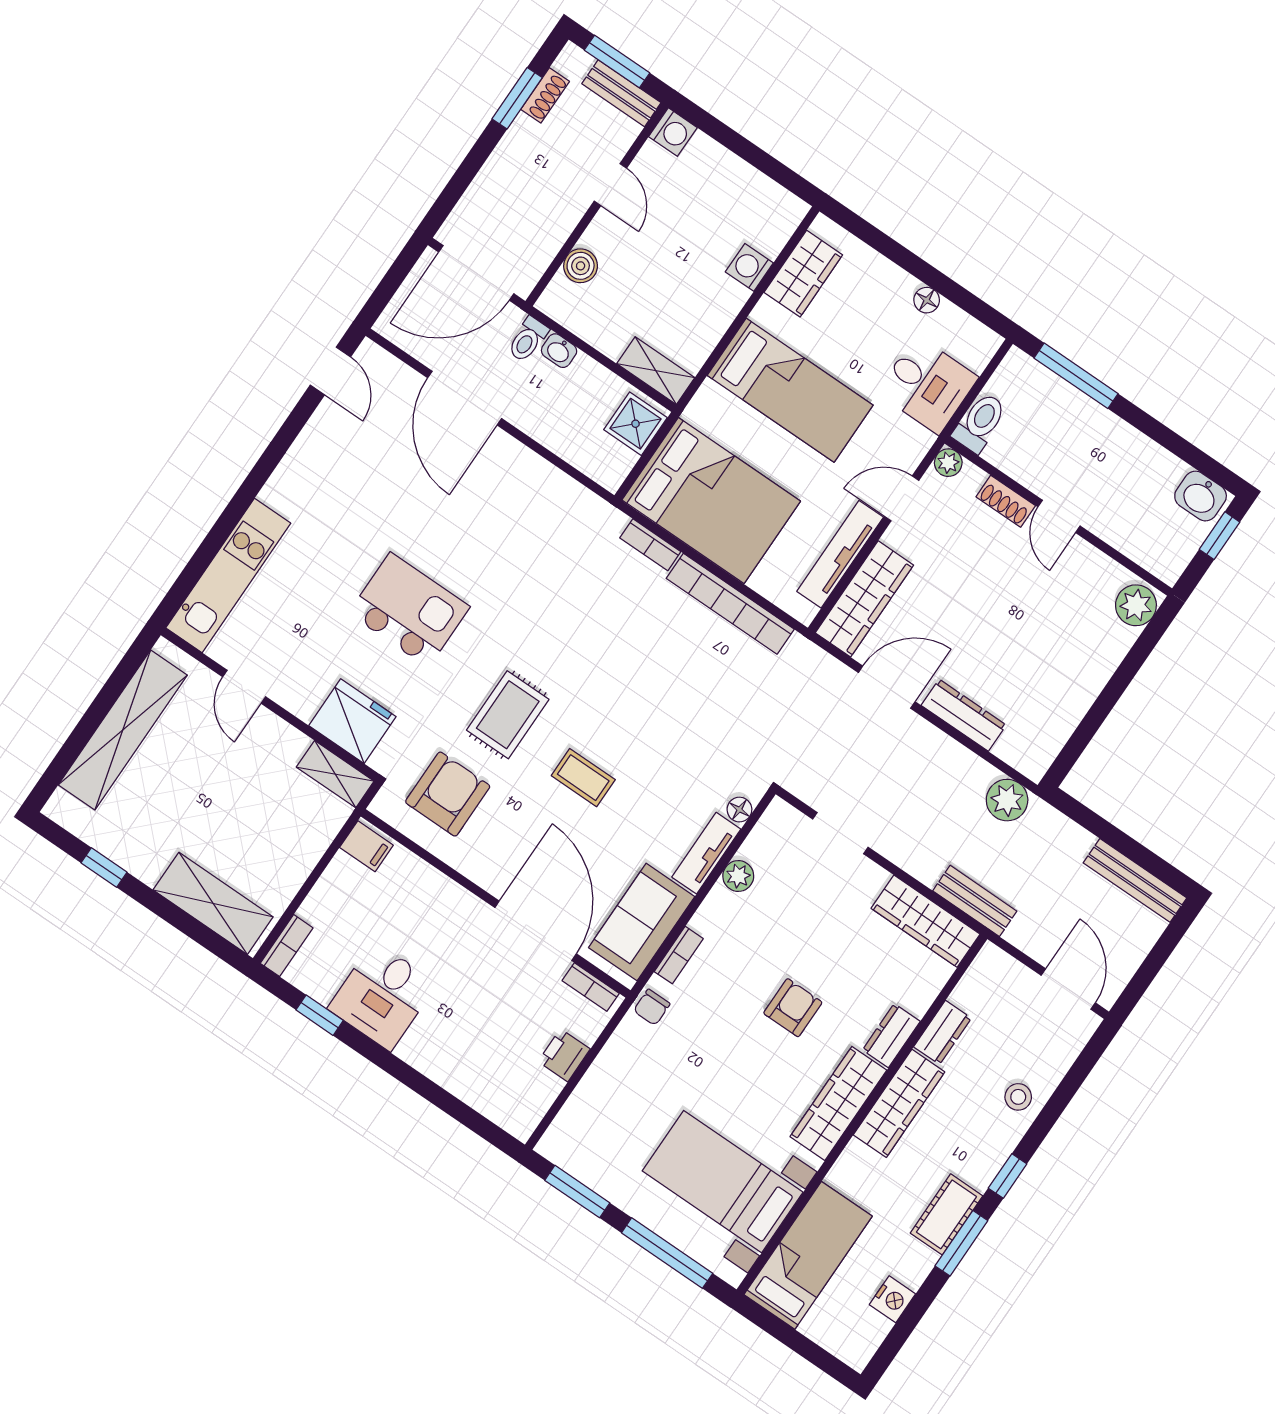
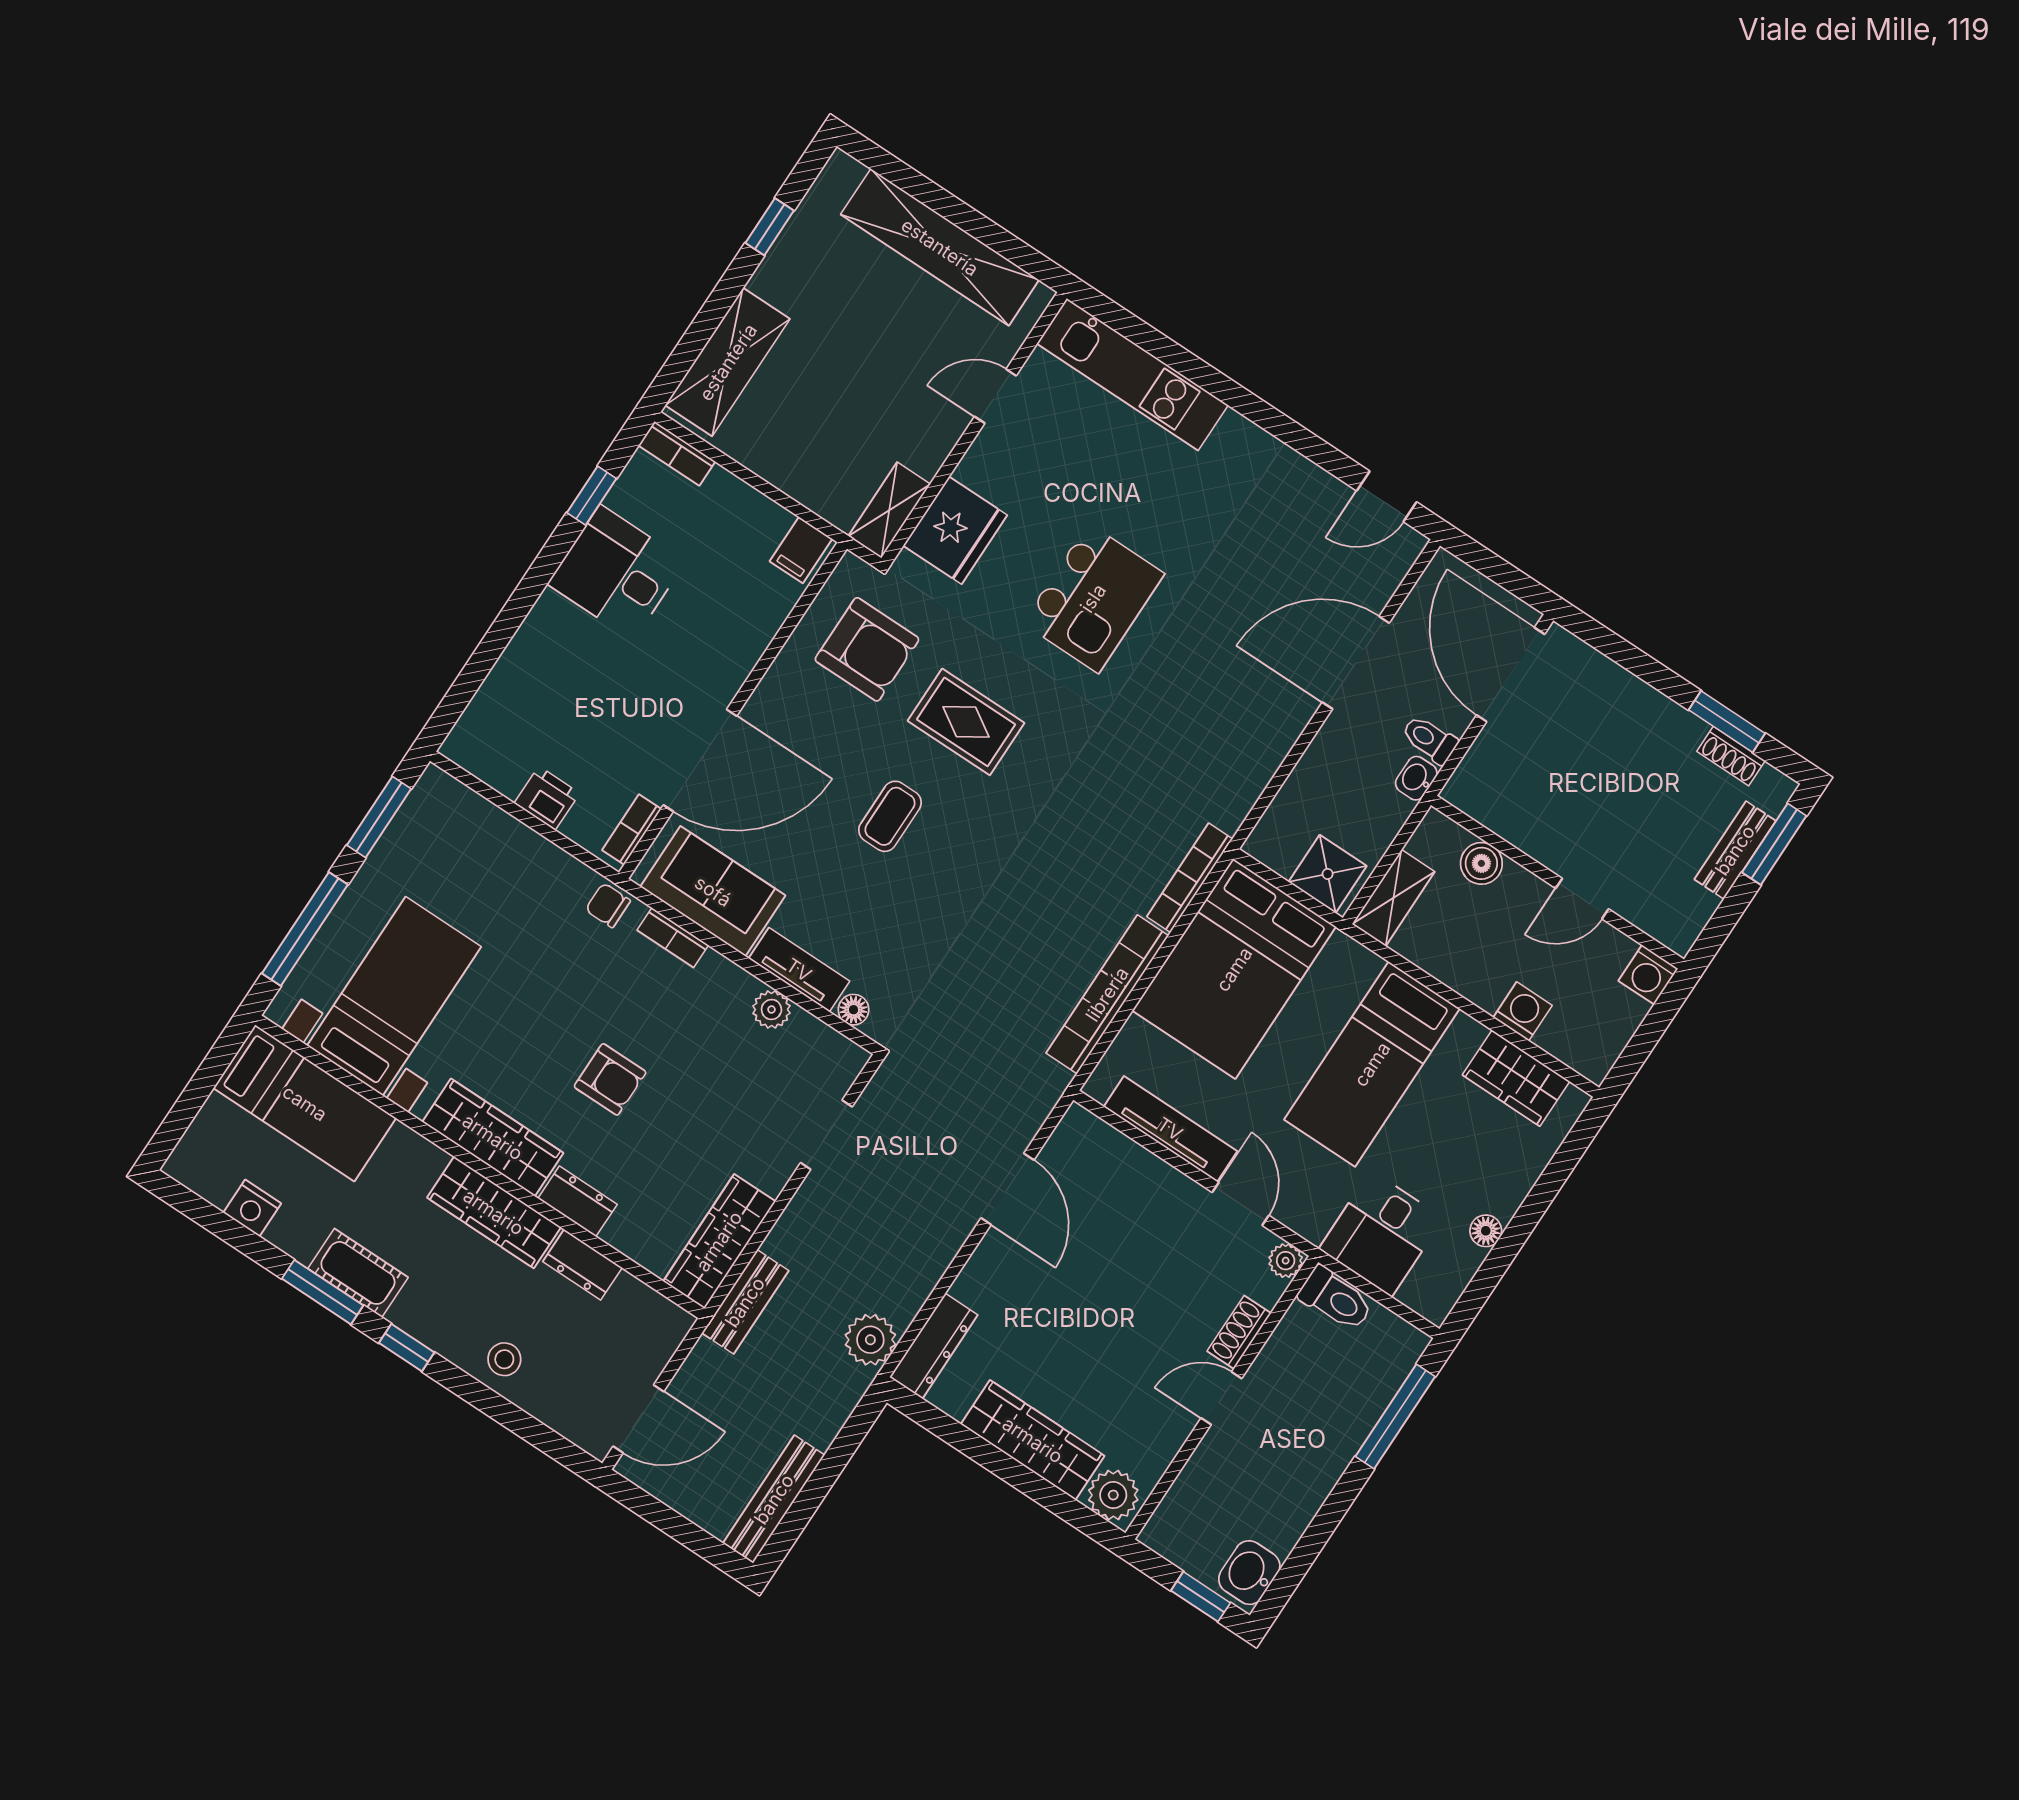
washing machine: (673, 132) -> (1648, 975), moved
door: (610, 185) -> (1582, 899), moved
wall: (597, 204) -> (1558, 882), moved
boiler: (581, 266) -> (1481, 863), moved
bookcase: (650, 545) -> (1190, 878), width x1.56
wardrobe: (864, 599) -> (1033, 1440), moved, turned 180
dresser: (964, 715) -> (934, 1346), moved

